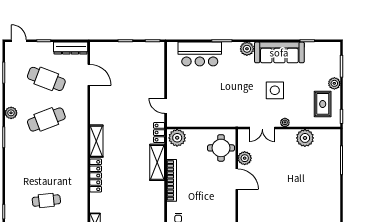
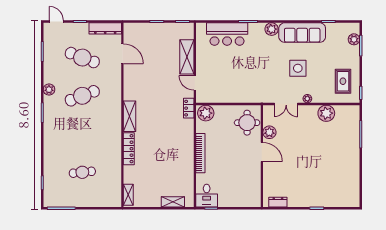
plant: (334, 83) -> (354, 39), moved
shelving: (157, 162) -> (187, 57), moved

